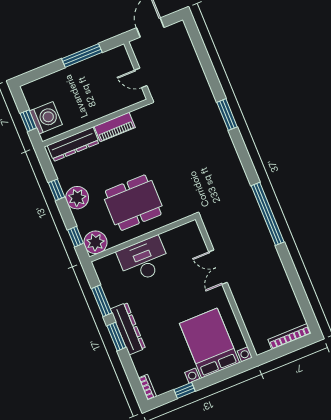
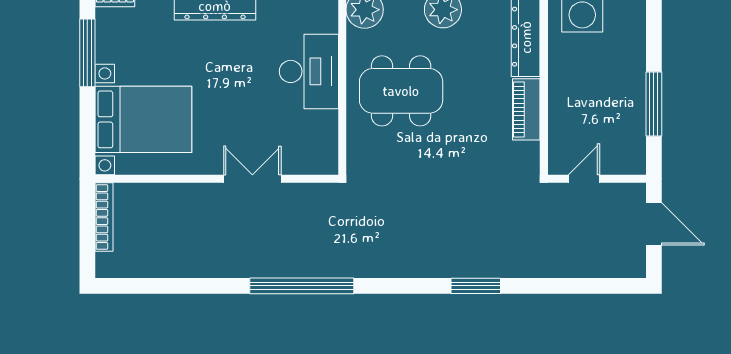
dining table: (133, 203) -> (401, 91), turned 90
bookcase: (290, 336) -> (104, 217), moved
window: (185, 390) -> (87, 53), width x2.17

